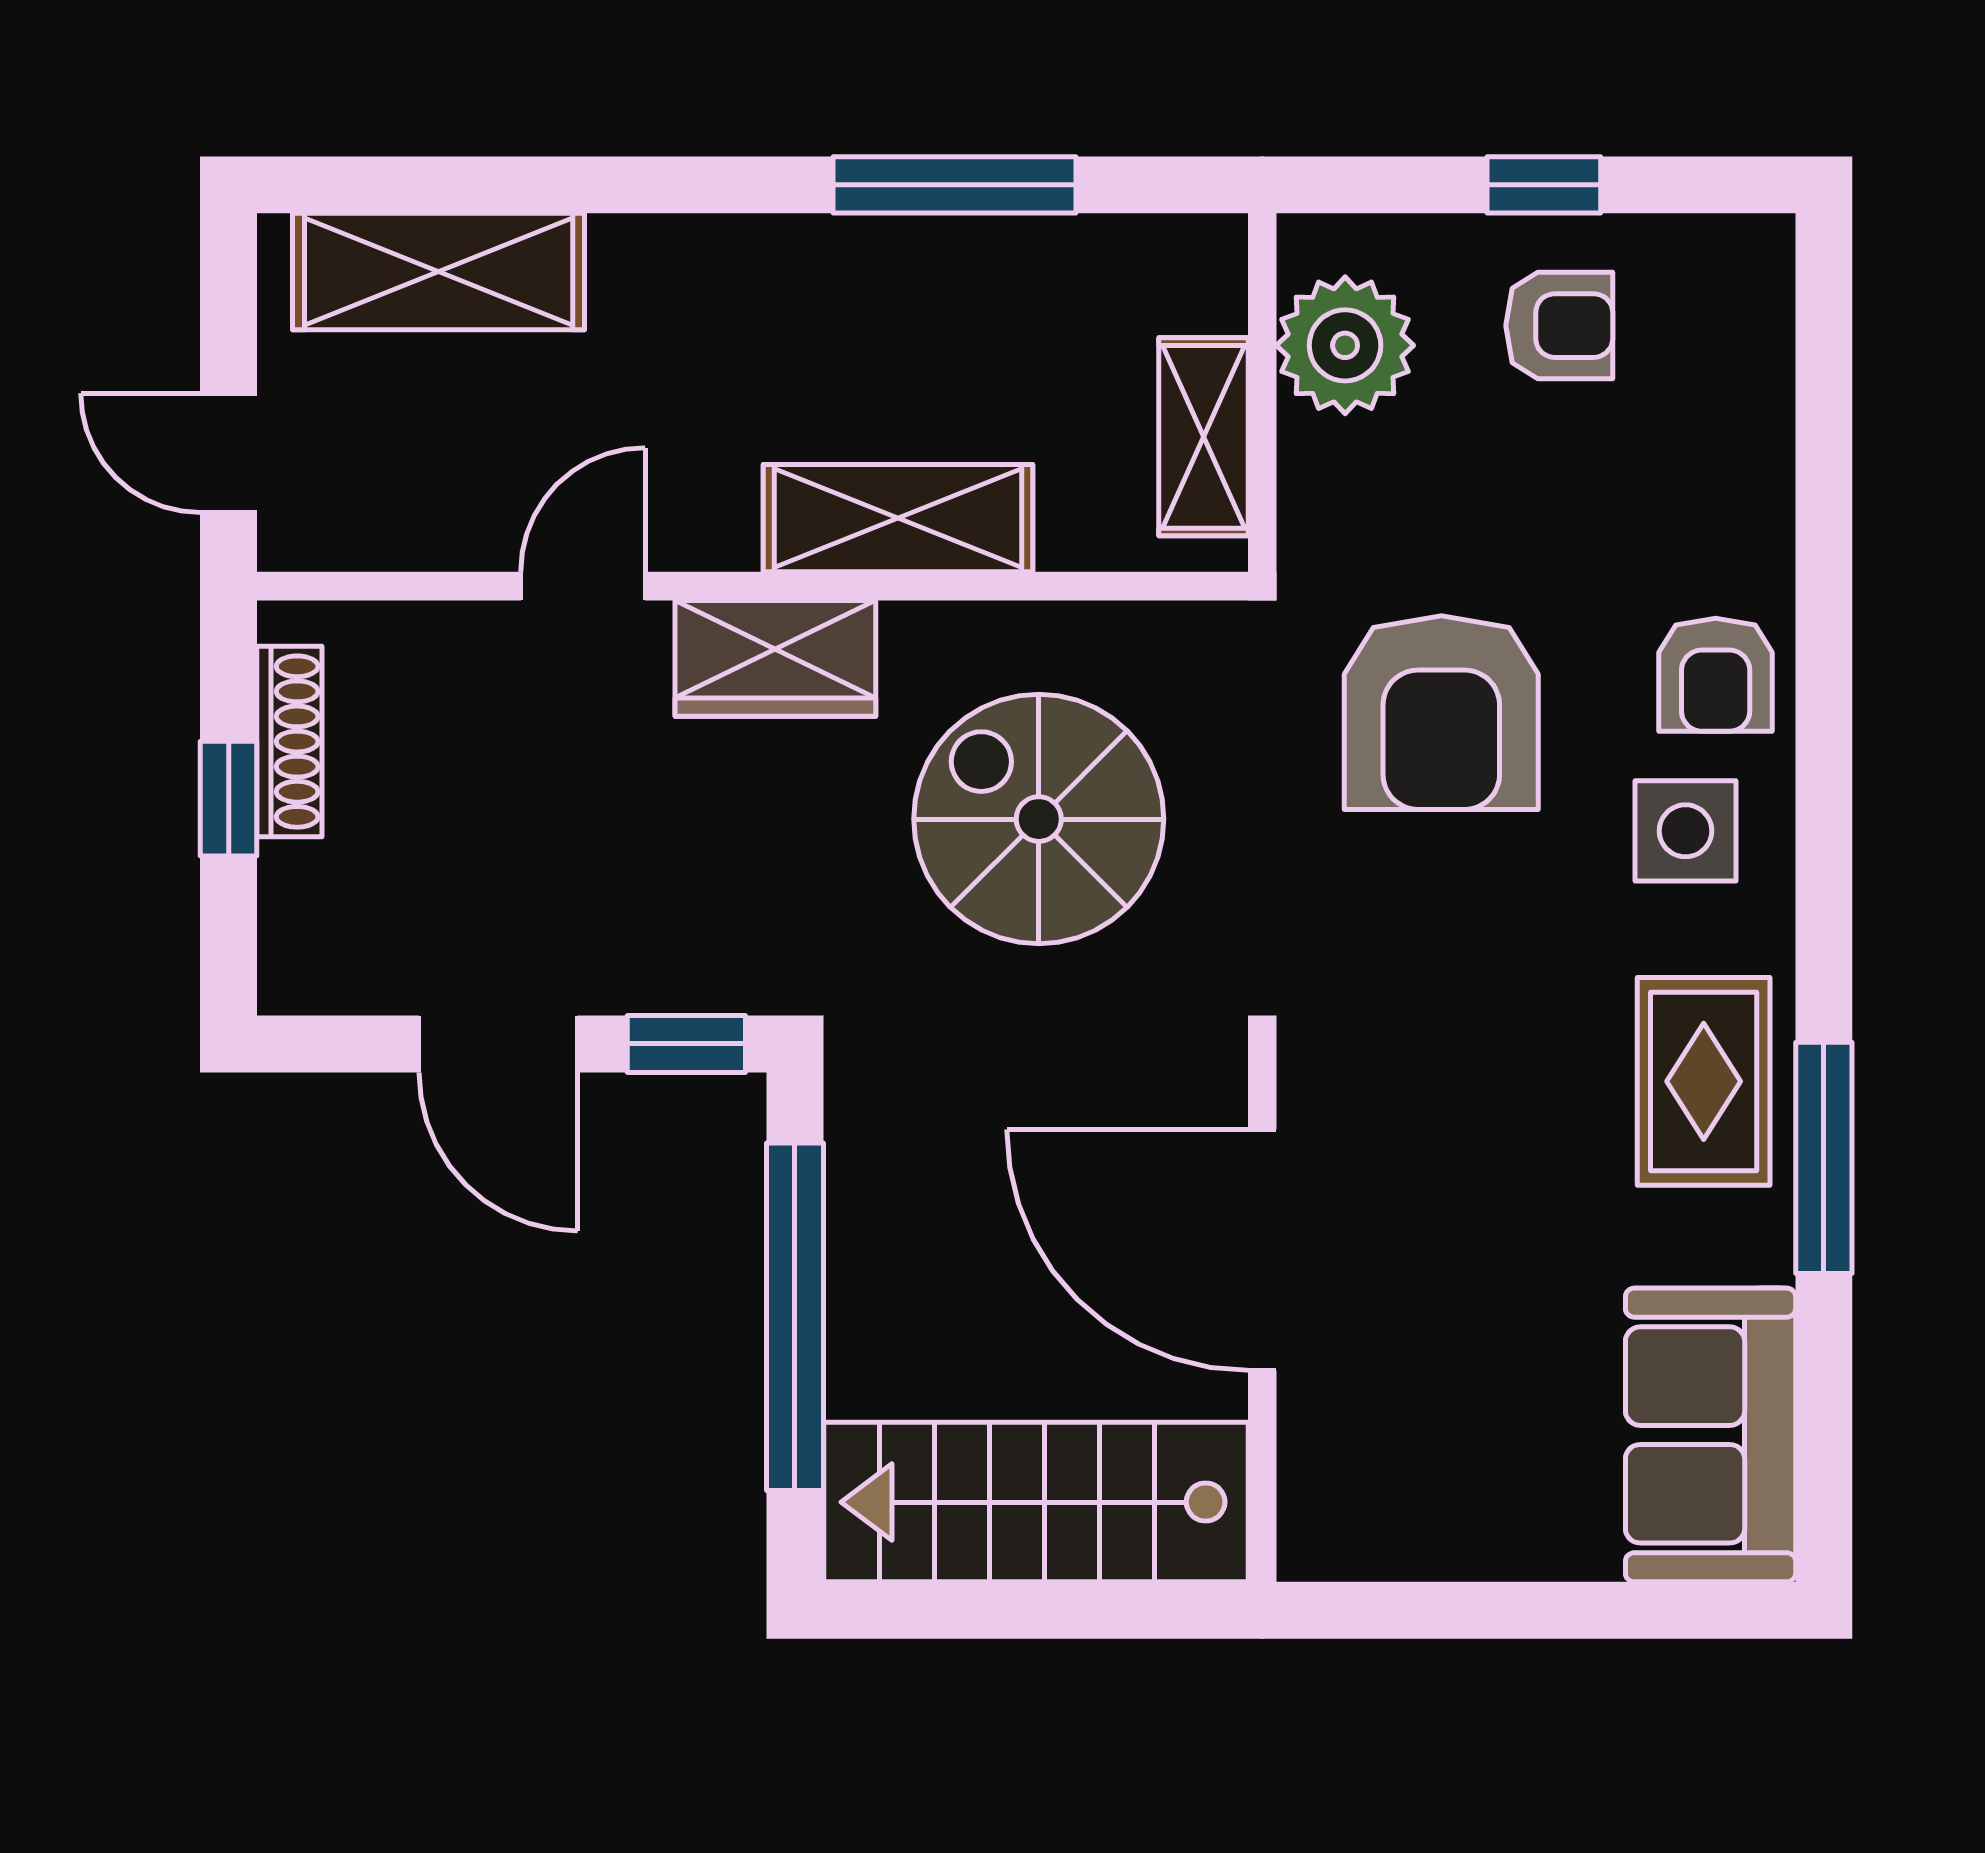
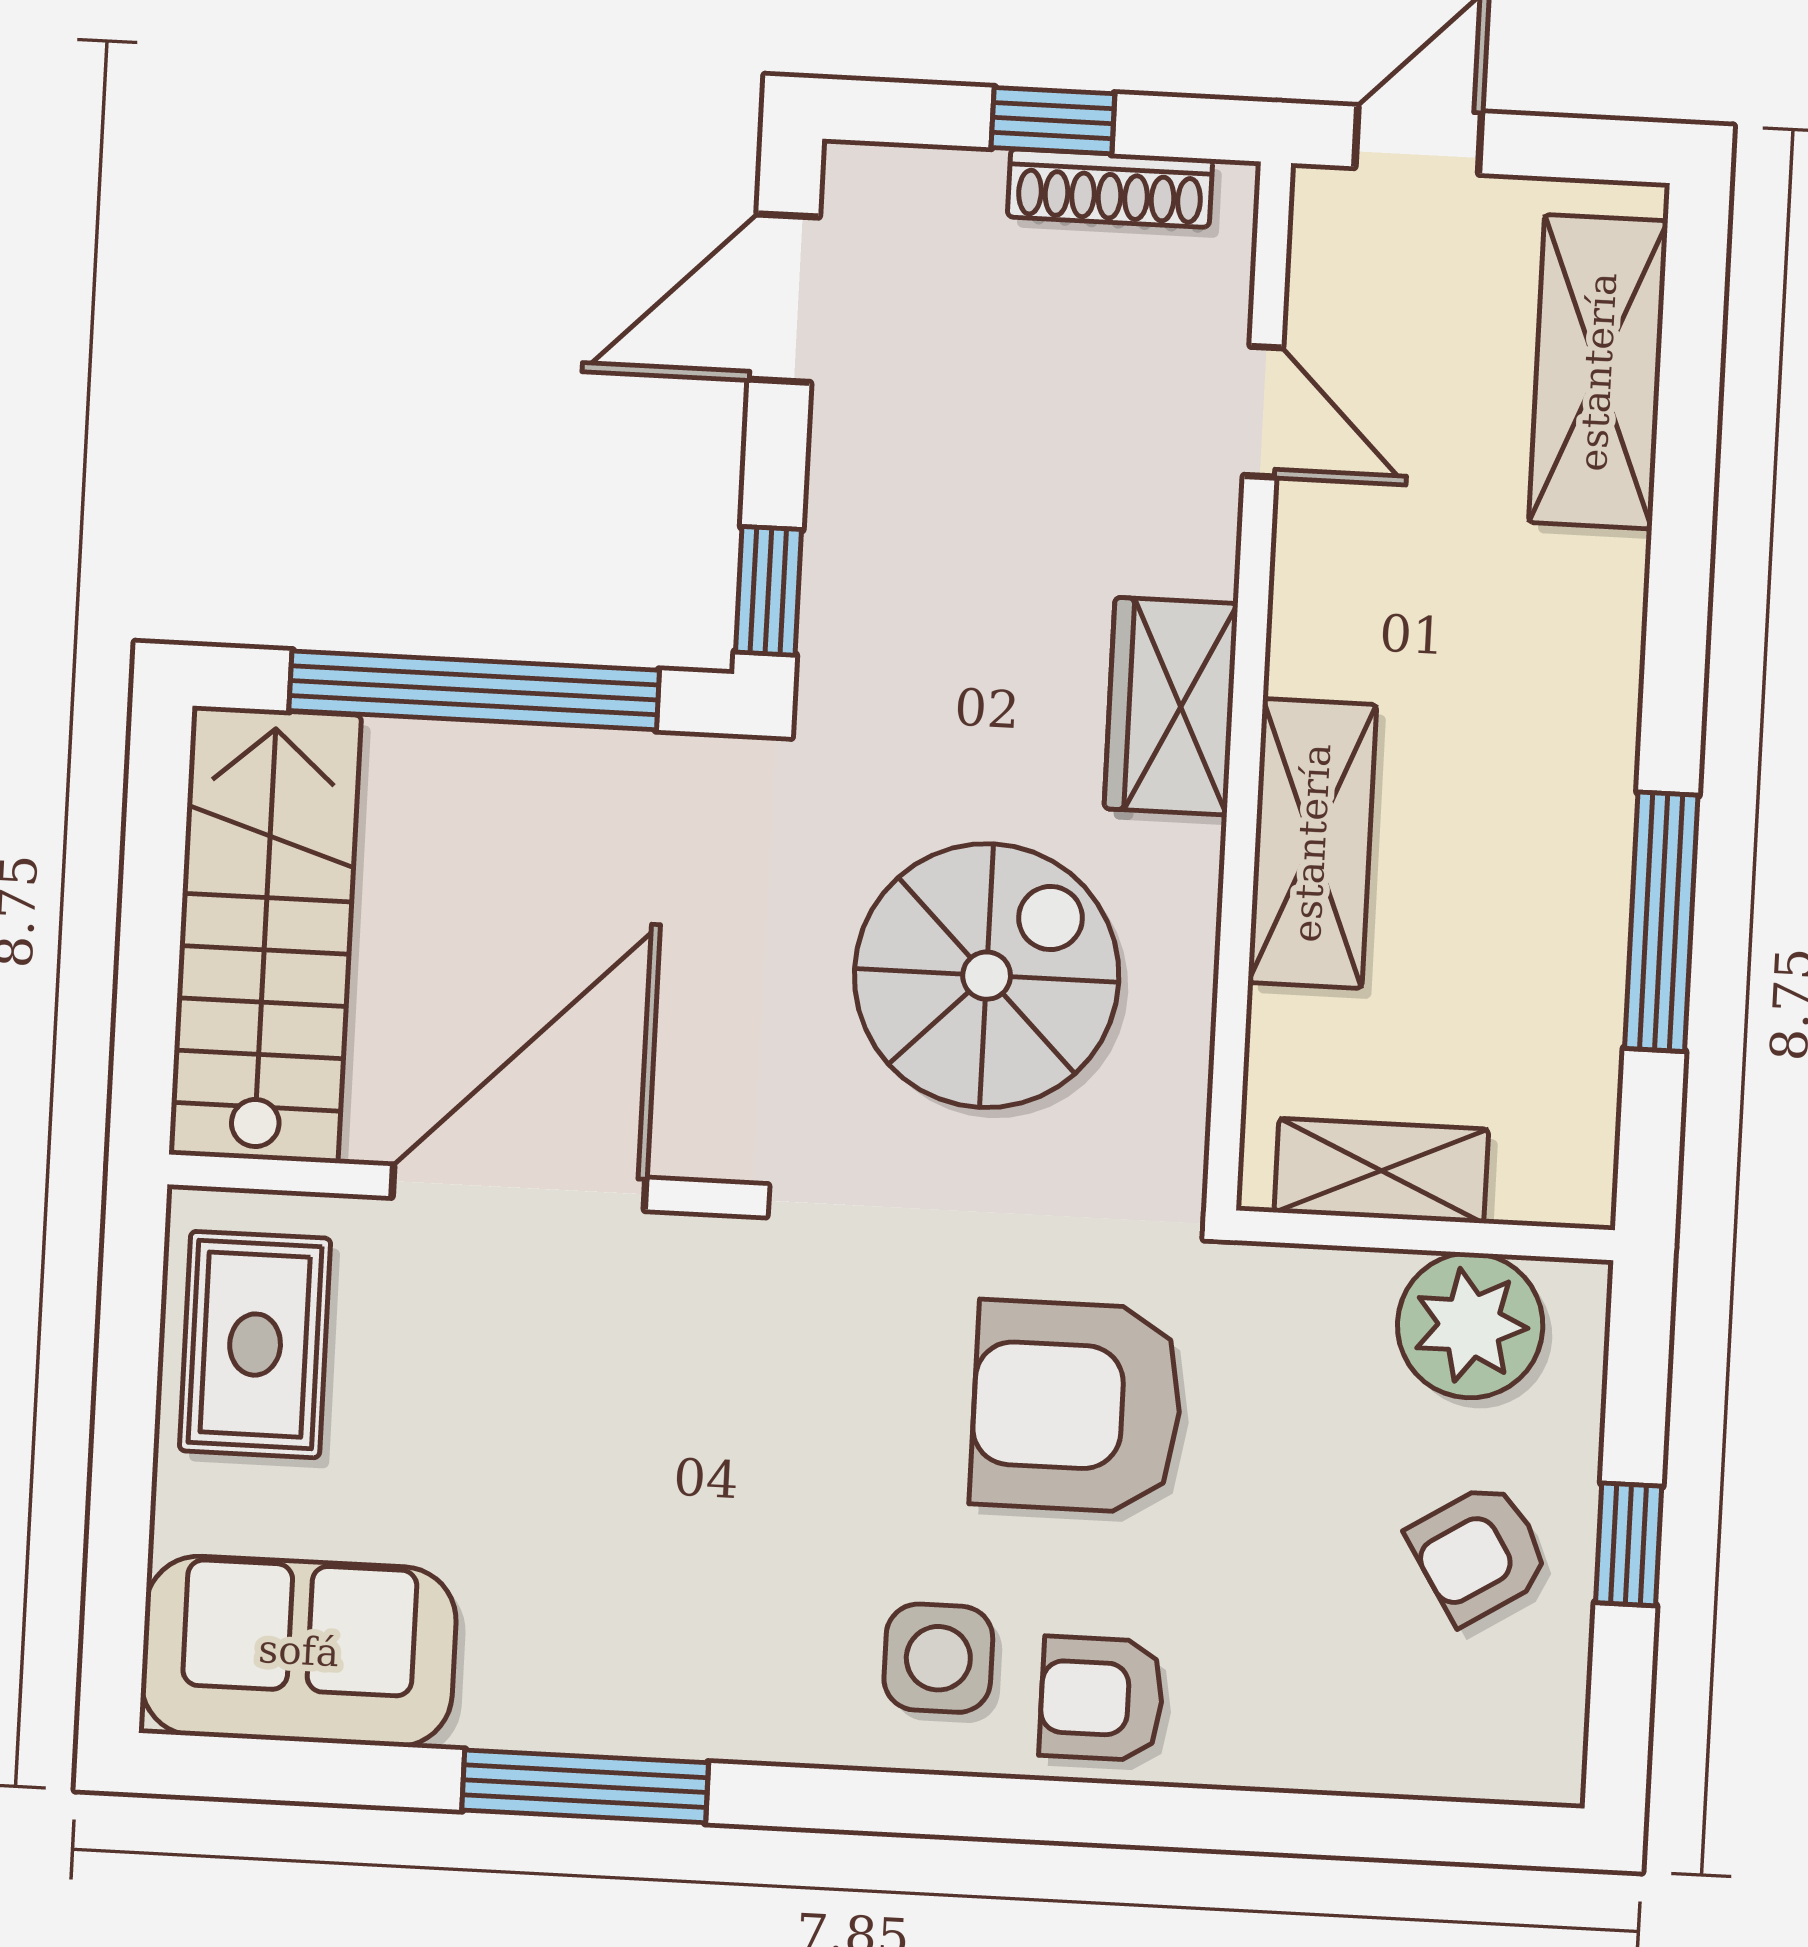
armchair: (1559, 326) -> (1479, 1553), turned 58
door: (583, 586) -> (1263, 412), moved
door: (498, 1044) -> (784, 298), moved
rug: (1704, 1081) -> (255, 1345), moved, turned 90

